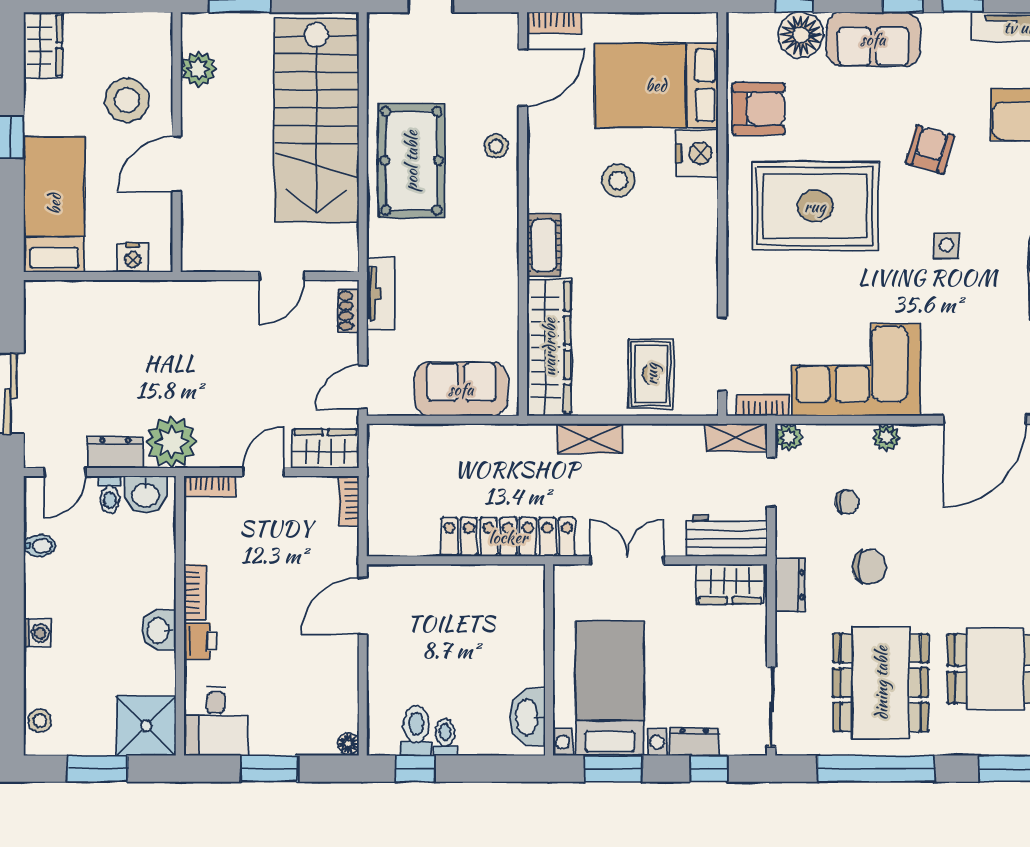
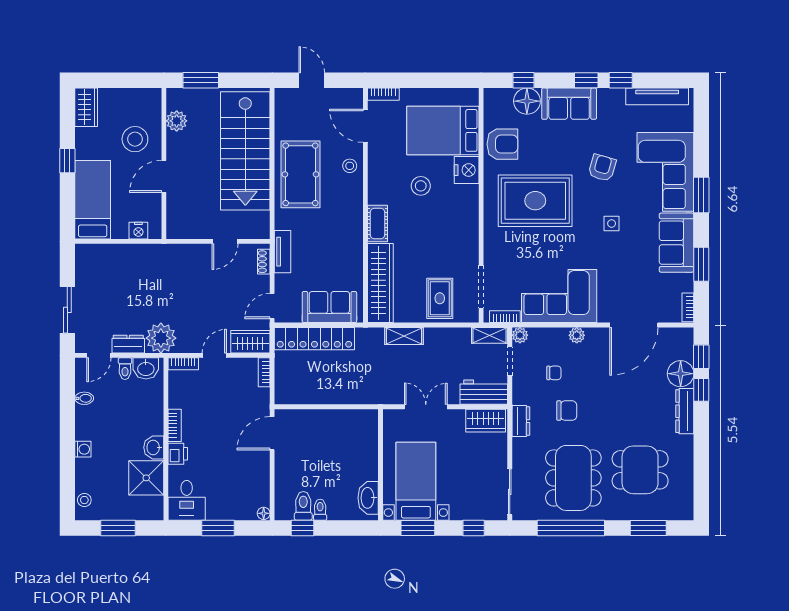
door: (523, 77) -> (365, 126), swing flipped
locker: (508, 537) -> (314, 339), moved, turned 180
shower: (146, 726) -> (146, 478), moved
dresser: (694, 742) -> (465, 512), removed

